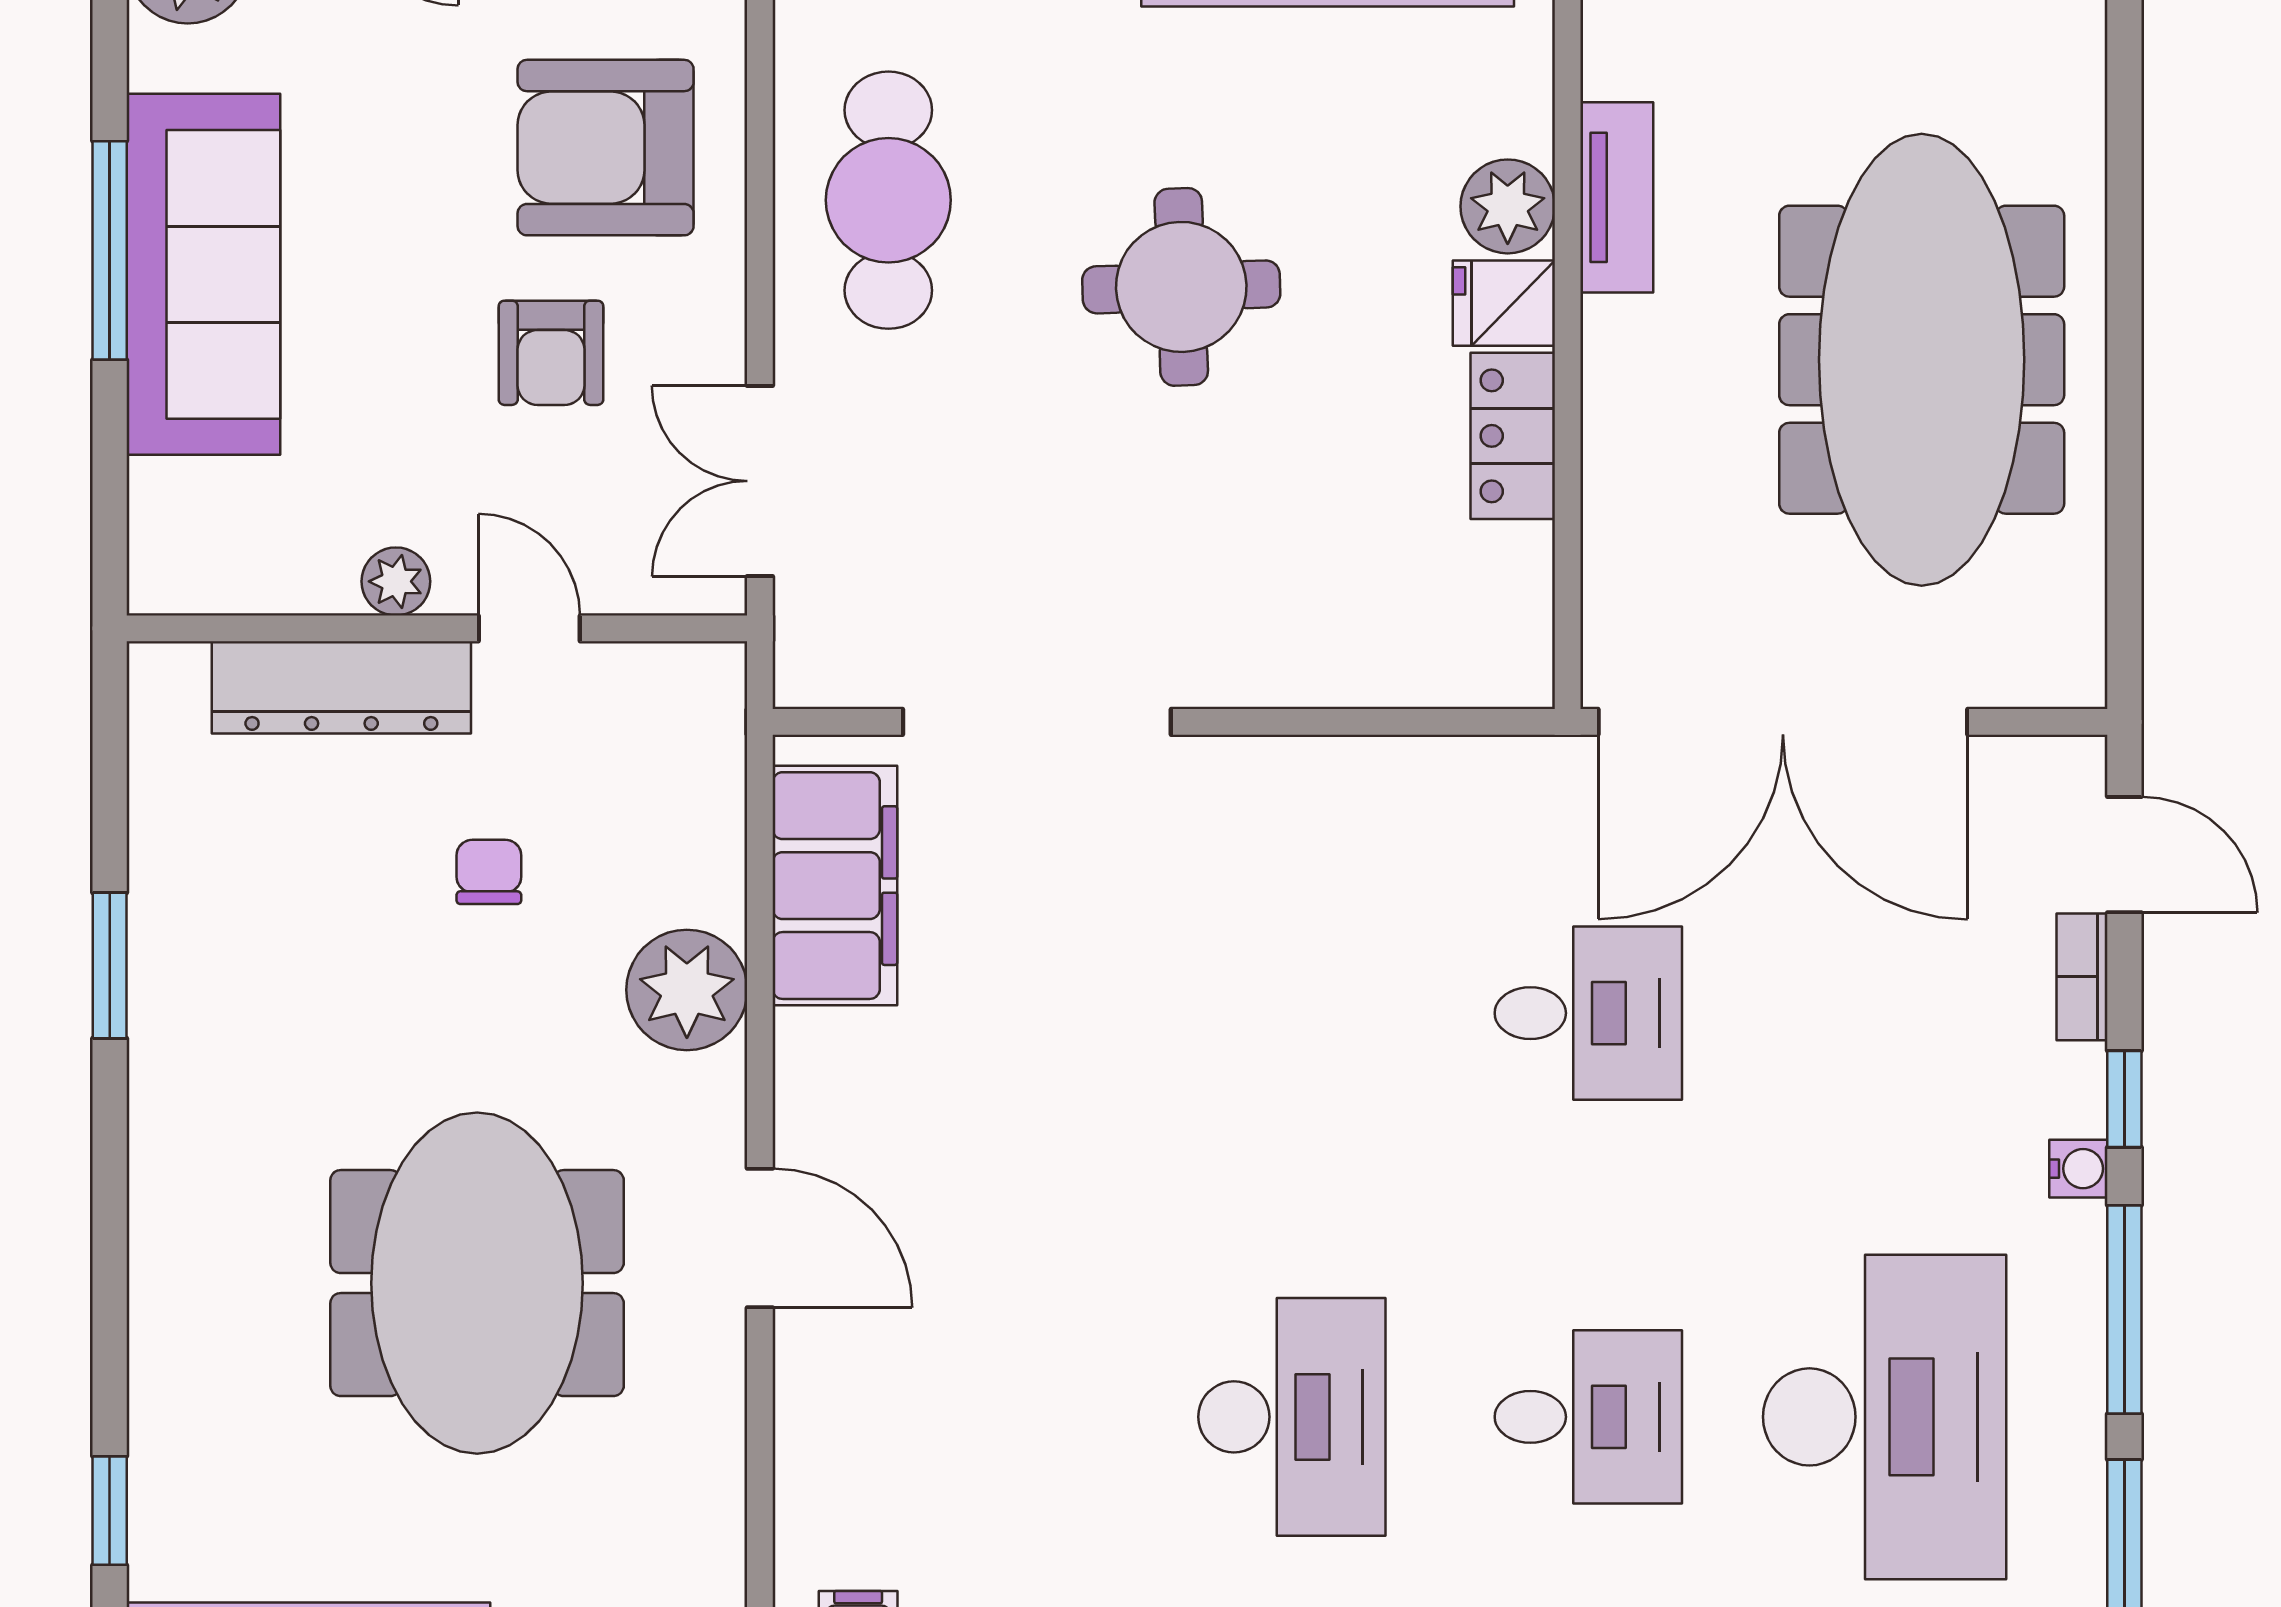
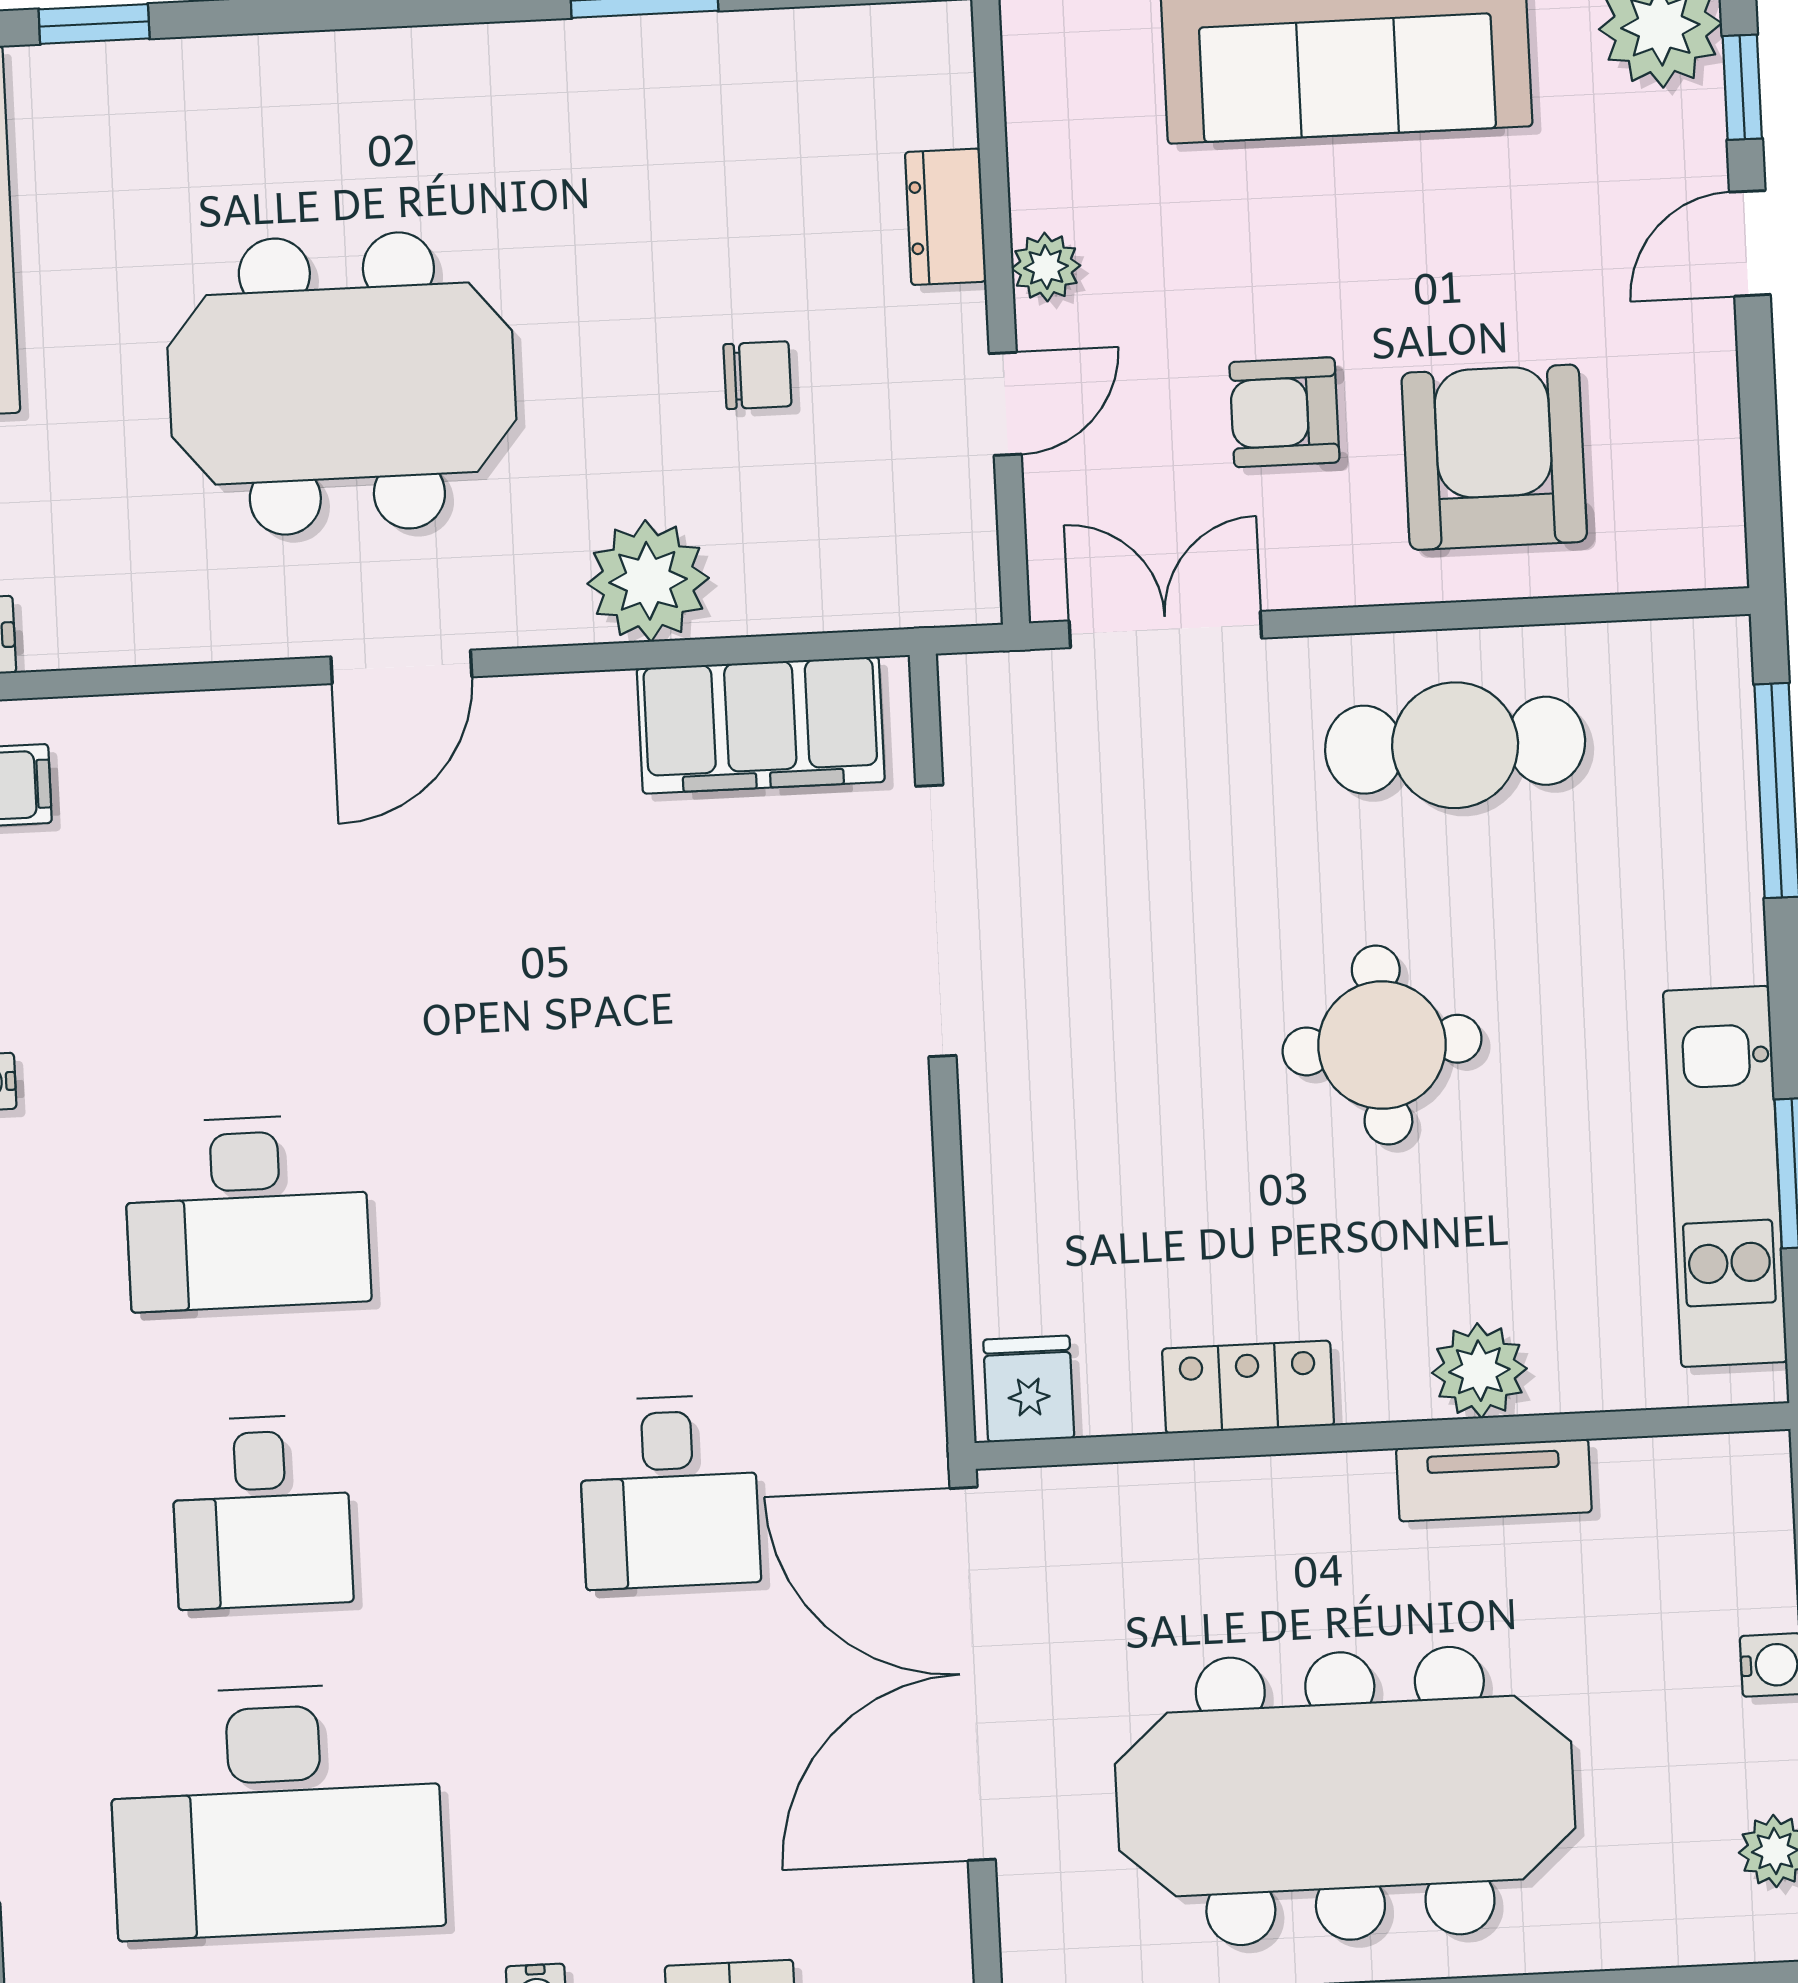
fridge: (1504, 303) -> (1029, 1389), moved
dresser: (341, 687) -> (946, 217), width x0.51, depth x0.80

